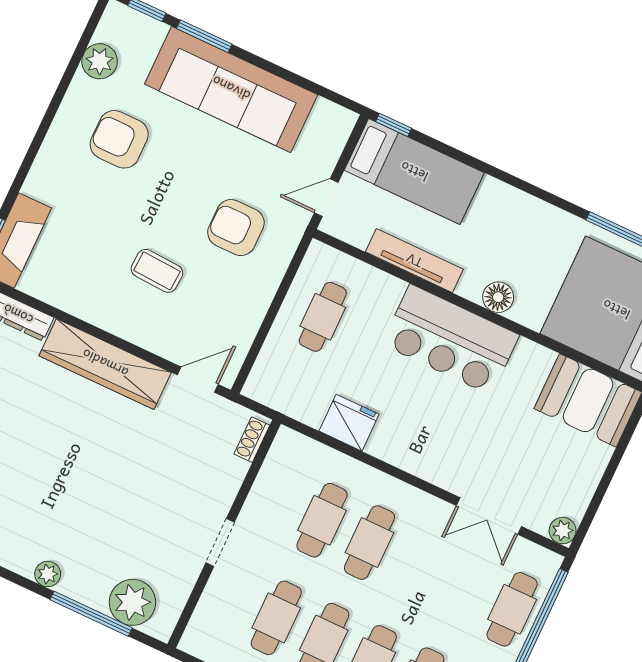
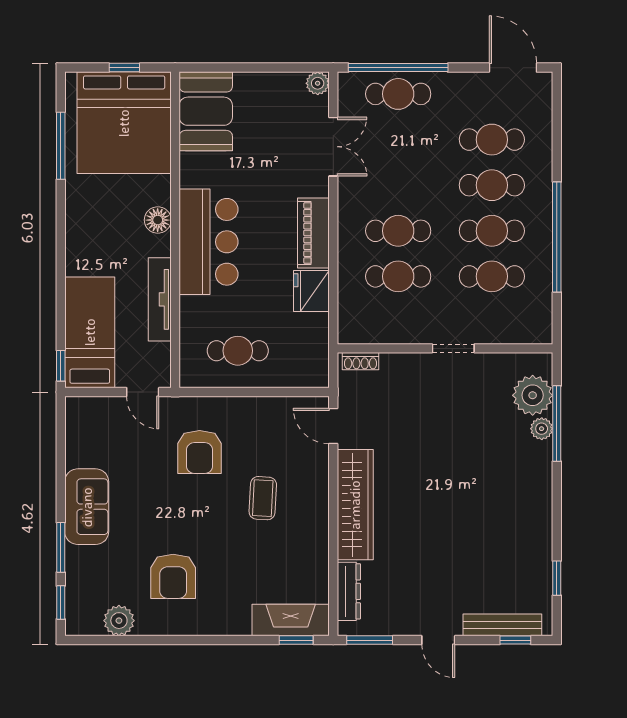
sofa: (231, 89) -> (87, 507), width x0.54, depth x0.79
piano: (409, 453) -> (313, 233), added
plant: (48, 574) -> (542, 429), moved

